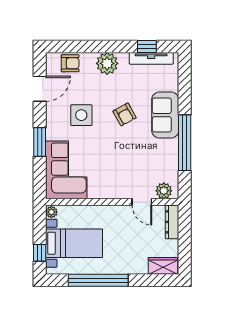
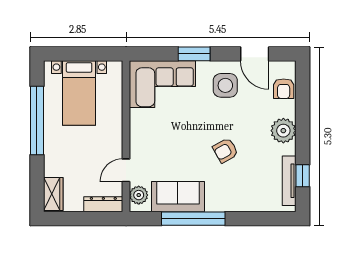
side table: (81, 115) -> (225, 85), moved
sofa: (165, 115) -> (178, 197), moved
plant: (51, 212) -> (114, 67), removed
window: (40, 253) -> (68, 54), removed

